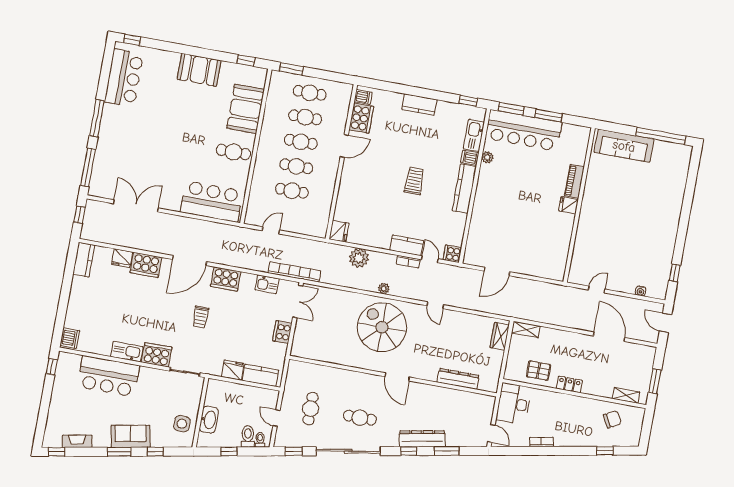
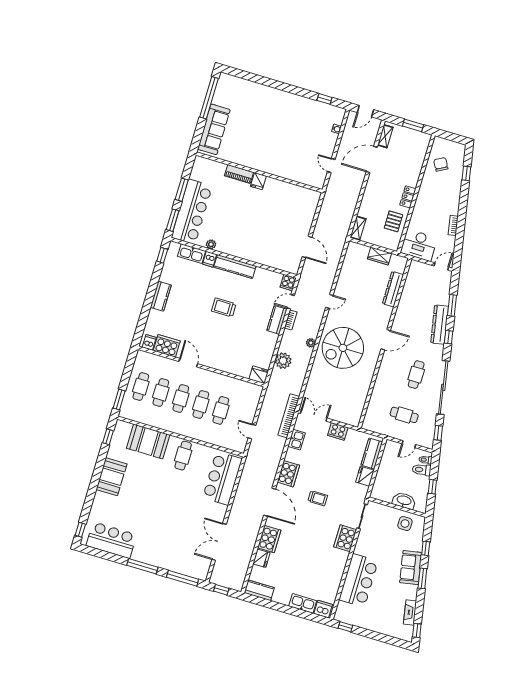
wardrobe: (500, 336) -> (379, 256), moved
kitchen sink: (127, 352) -> (303, 603), moved, turned 90
shelving: (626, 395) -> (385, 136), moved

